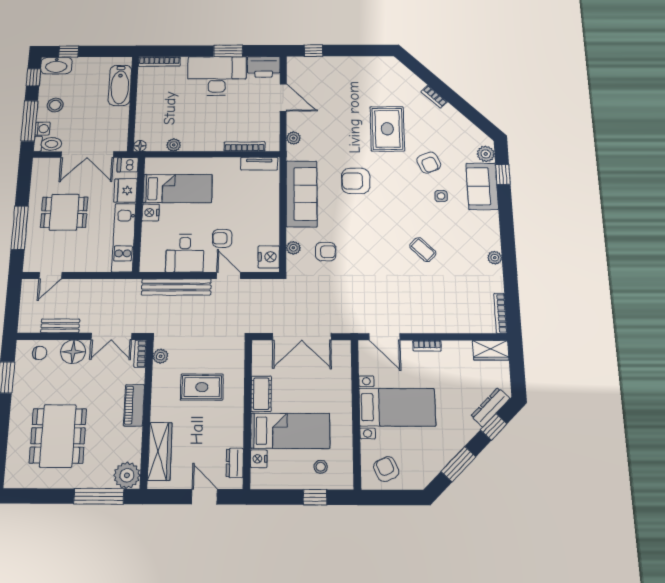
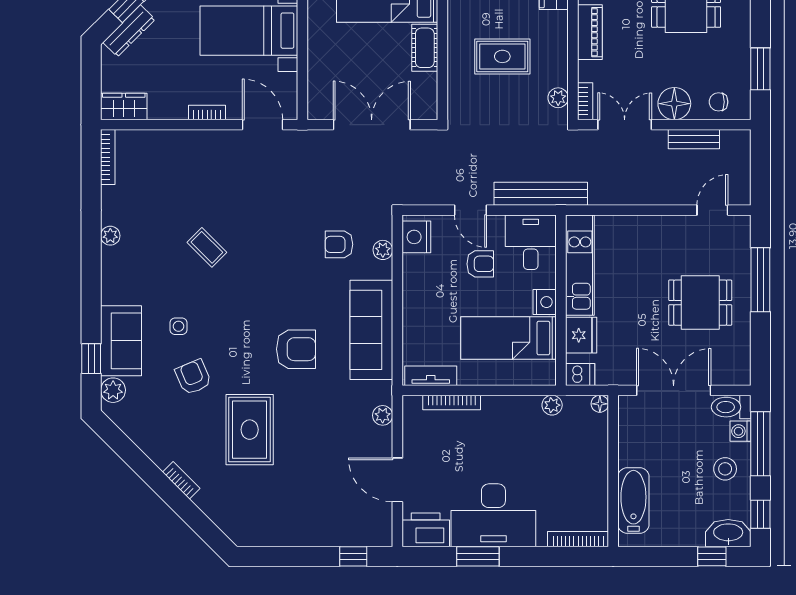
dishwasher: (128, 165) -> (580, 374), moved
bed: (178, 189) -> (509, 338), moved
fridge: (125, 190) -> (581, 335), moved
nightstand: (151, 213) -> (545, 302), moved
wall: (139, 214) -> (561, 300), moved
kitchen unit: (124, 238) -> (580, 265), moved

